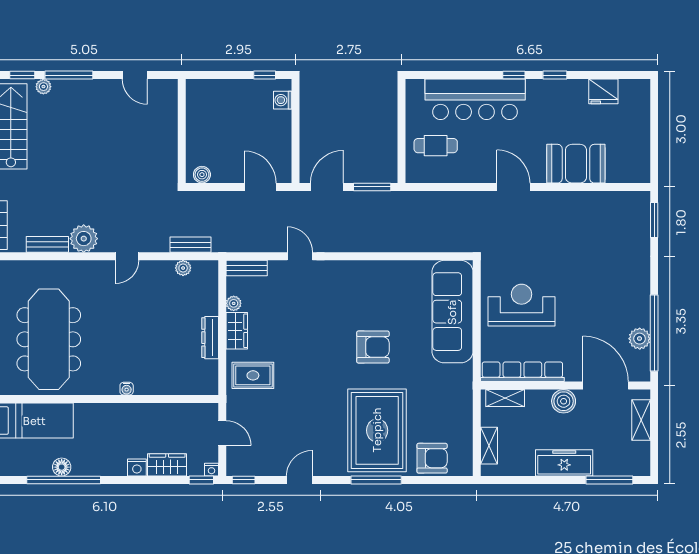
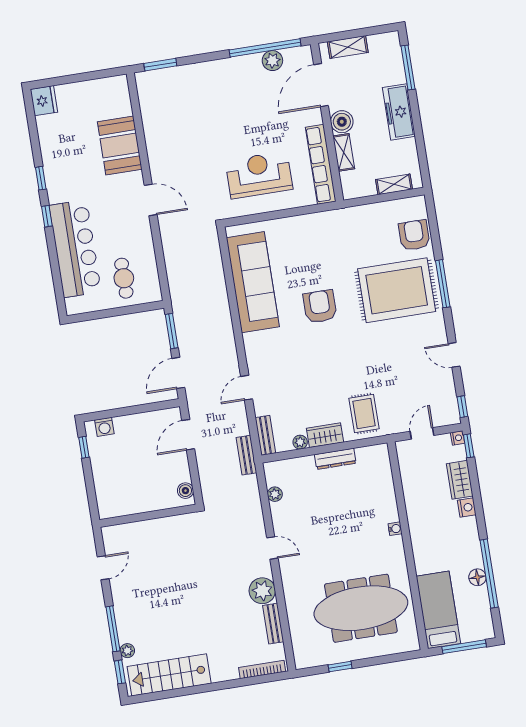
fridge: (603, 91) -> (44, 101), moved
door: (327, 187) -> (178, 373), hinge flipped
door: (513, 187) -> (151, 200), swing flipped
bench: (190, 245) -> (246, 455), moved
reception desk: (522, 305) -> (259, 175), turned 90
sofa: (452, 312) -> (253, 282), moved, turned -90
shelving: (505, 398) -> (344, 152), moved

